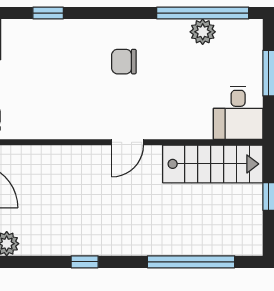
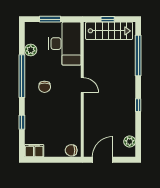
window: (203, 13) -> (22, 76), moved
desk: (238, 113) -> (65, 44), width x1.87, depth x1.30
stairs: (213, 164) -> (109, 31), moved, turned 90

